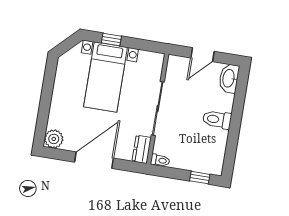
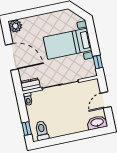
window: (111, 40) -> (98, 62), moved
door: (203, 55) -> (106, 100), hinge flipped
toilet: (217, 120) -> (42, 131), moved

